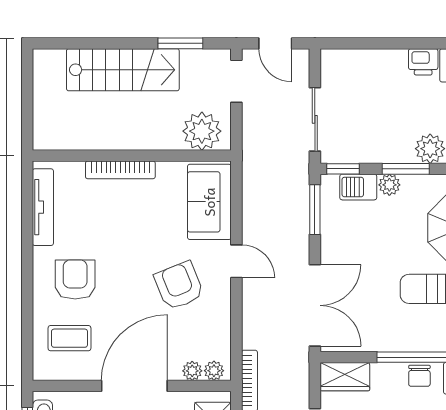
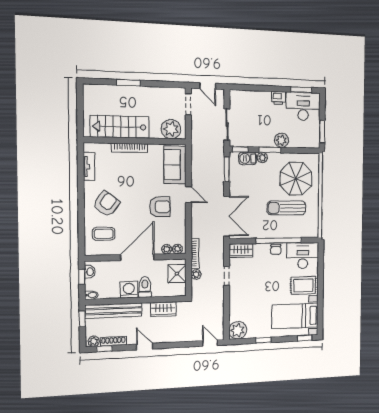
window: (180, 43) -> (128, 83), moved
stairs: (123, 70) -> (120, 127), moved, turned 180
tv unit: (43, 207) -> (89, 167), width x0.71
armchair: (75, 280) -> (106, 204), turned 37
armchair: (179, 286) -> (160, 207), turned 112

